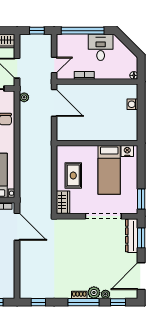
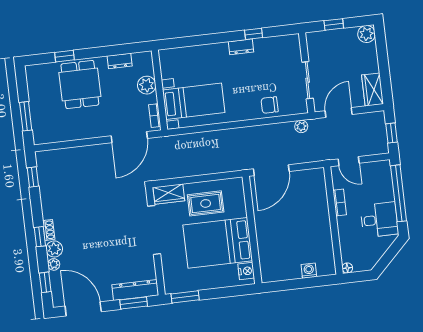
door: (54, 103) -> (271, 170), moved
bed: (109, 170) -> (218, 243), width x1.50
doorway: (103, 216) -> (154, 230), moved
window: (83, 302) -> (40, 237), width x0.46

